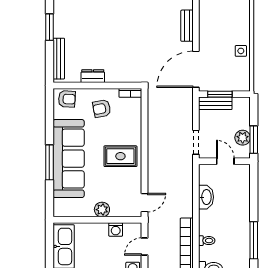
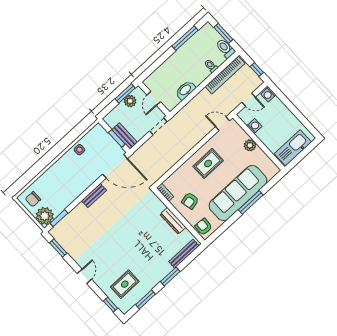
dresser: (93, 76) -> (173, 221), width x1.44
armchair: (102, 109) -> (190, 201), turned 88
rug: (120, 156) -> (208, 163), turned 90

